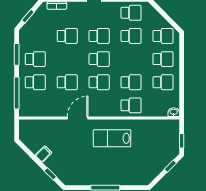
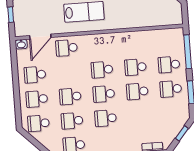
school desk: (67, 36) -> (137, 91), moved
school desk: (131, 82) -> (70, 96), moved
door: (78, 118) -> (40, 37), moved

